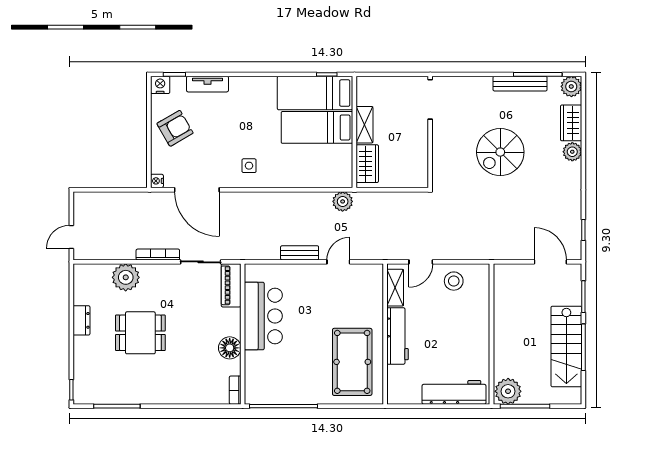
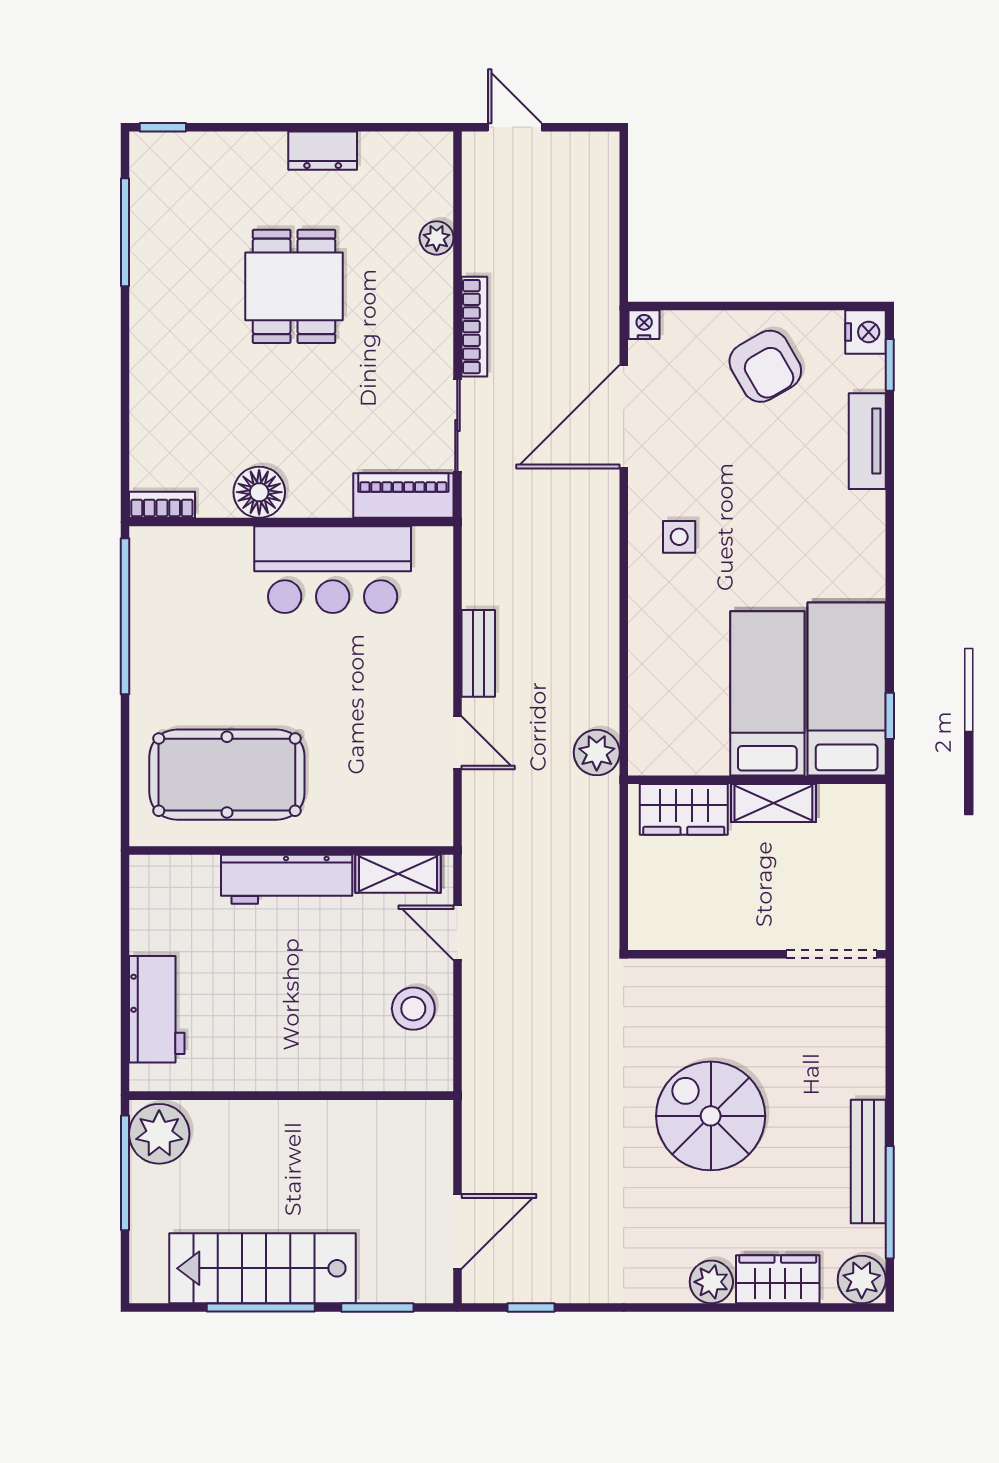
plant: (126, 277) -> (437, 238), width x0.53, depth x0.53
workbench: (454, 392) -> (157, 1009), width x0.73

